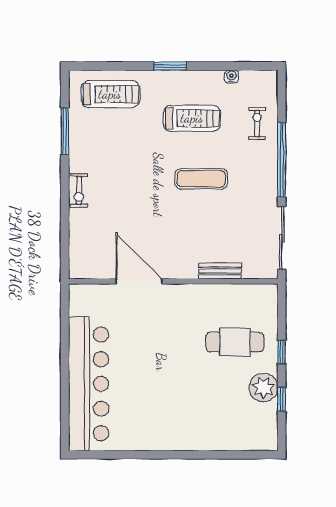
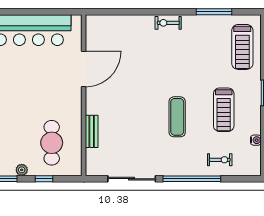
bench: (220, 271) -> (92, 131), moved
door: (139, 281) -> (84, 69), moved
wall: (173, 281) -> (84, 95), moved
plant: (263, 388) -> (22, 170), width x0.53, depth x0.53

